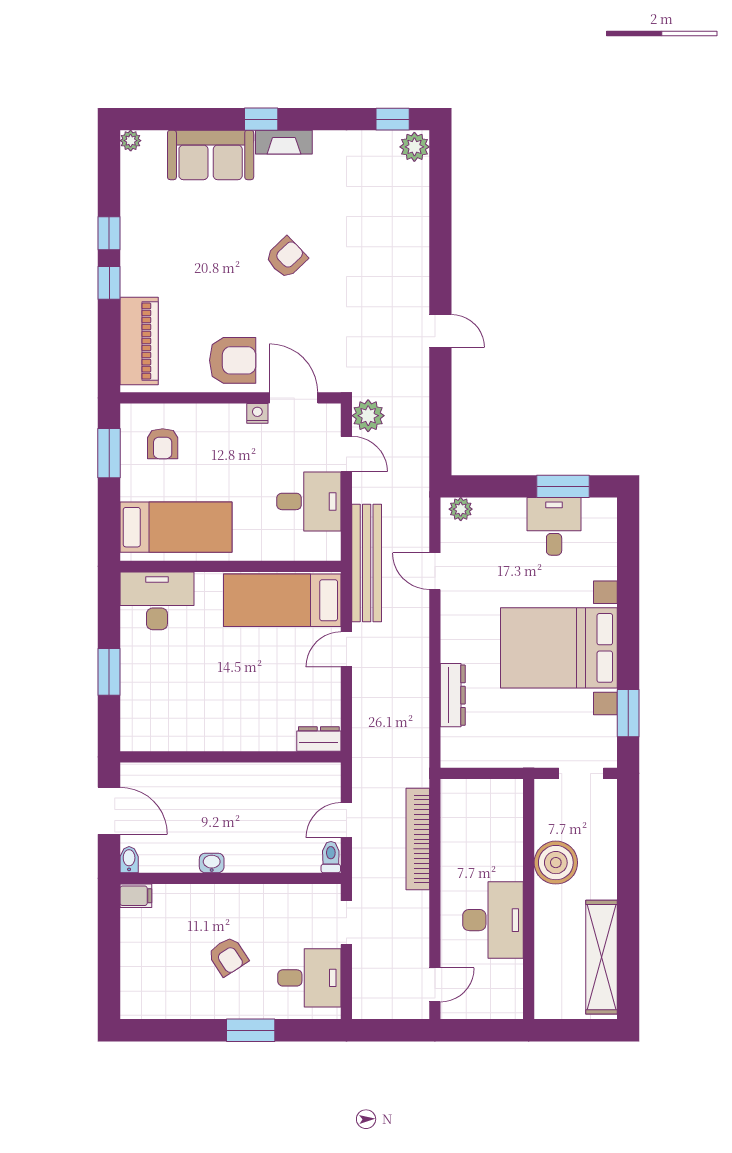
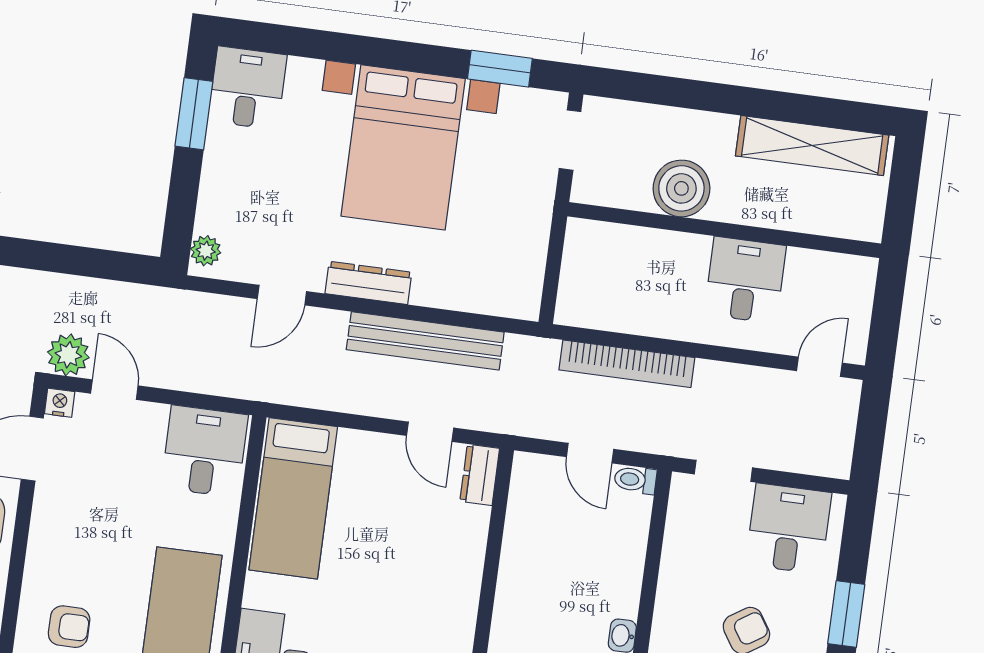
nightstand: (257, 413) -> (60, 403), moved, turned 90
door: (346, 454) -> (114, 390), hinge flipped
desk: (309, 501) -> (205, 451), moved
desk: (554, 526) -> (247, 88), moved, turned 90
bench: (367, 563) -> (425, 341), moved
door: (346, 649) -> (430, 432), moved
dresser: (453, 695) -> (368, 283), moved
desk: (493, 920) -> (745, 280), width x0.73
door: (435, 985) -> (819, 367), hinge flipped

